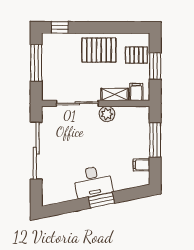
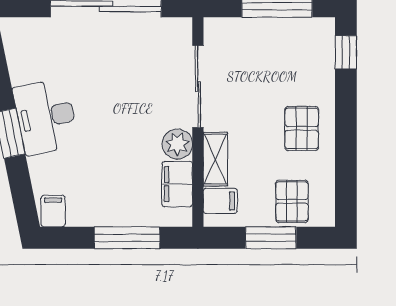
pallet: (99, 50) -> (302, 128), width x0.67, depth x0.71
filing cabinet: (128, 114) -> (177, 184), added
filing cabinet: (141, 165) -> (53, 211), moved

